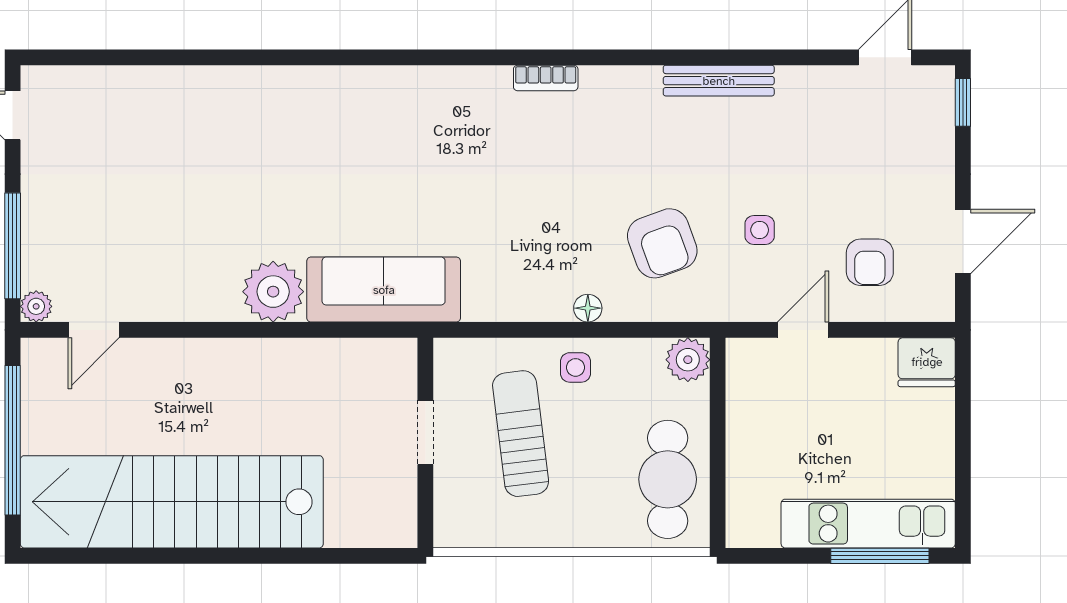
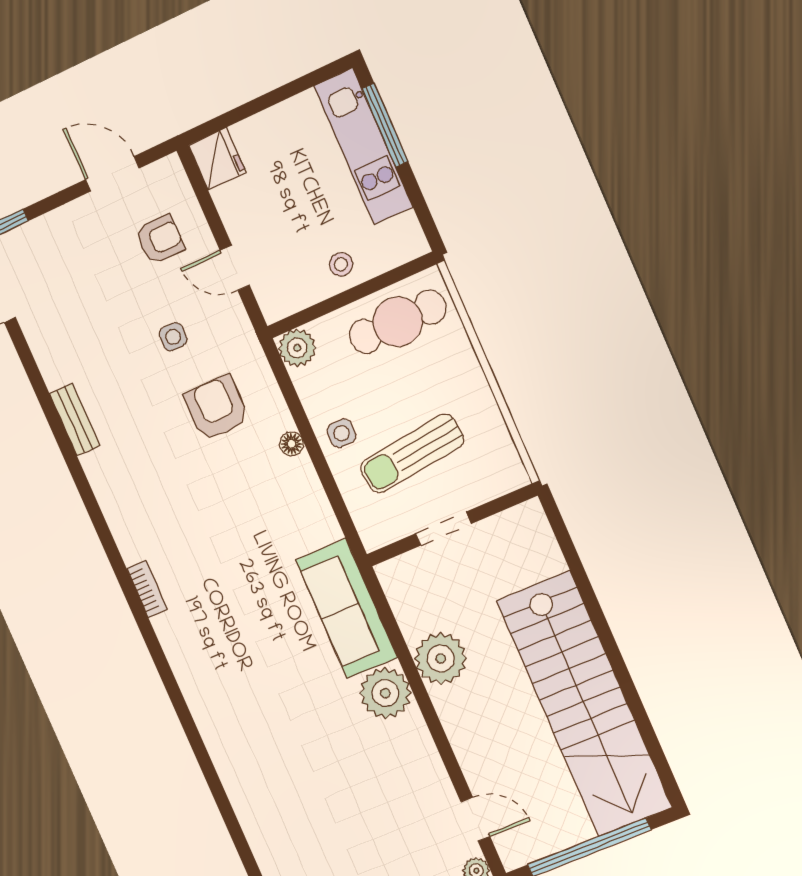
bookcase: (546, 78) -> (147, 589), moved
bench: (719, 81) -> (75, 420), width x0.73
armchair: (662, 243) -> (216, 408), turned -70
plant: (286, 368) -> (441, 658), added
stool: (755, 446) -> (341, 264), added

